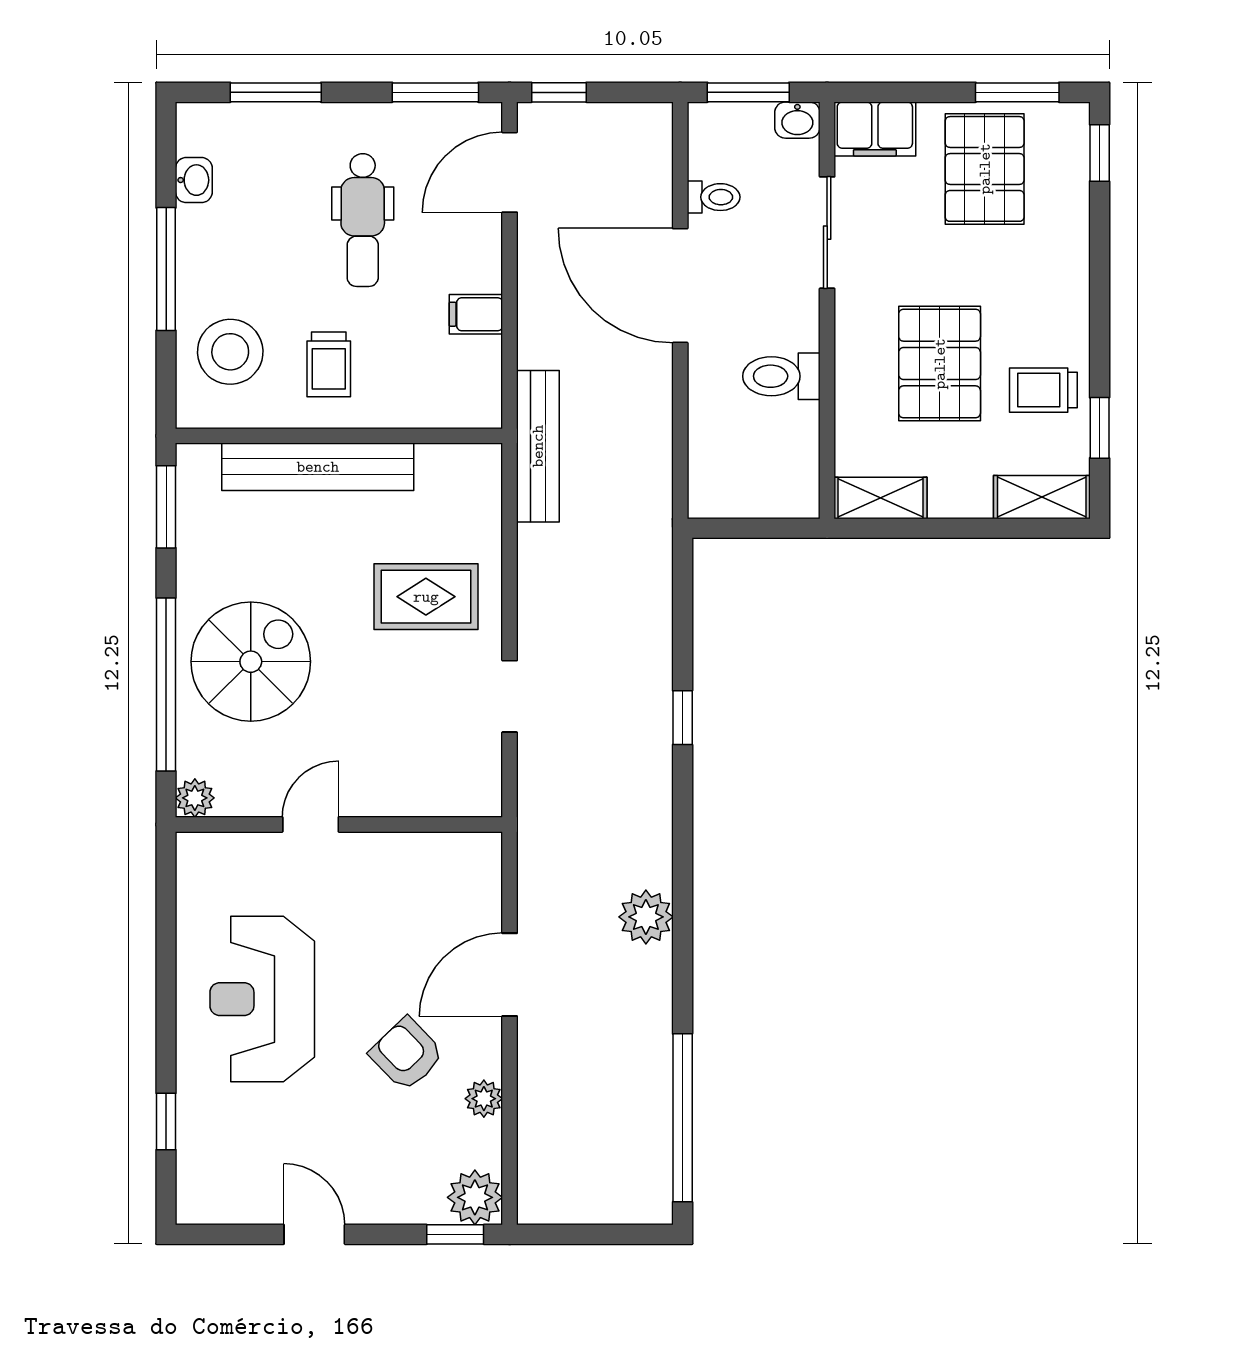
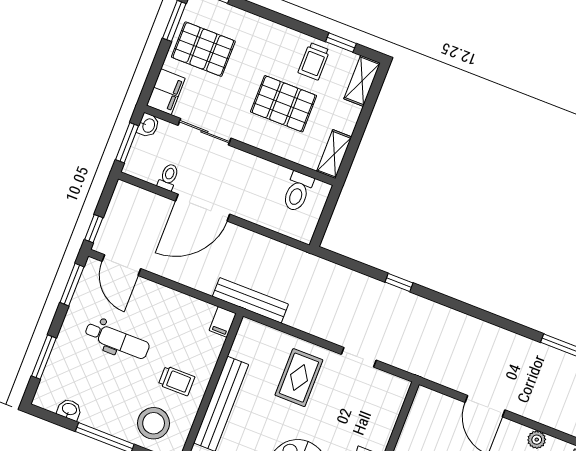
filing cabinet: (476, 314) -> (223, 322), moved
toilet: (781, 376) -> (298, 192), moved
plant: (646, 917) -> (483, 334), removed

